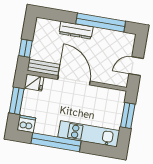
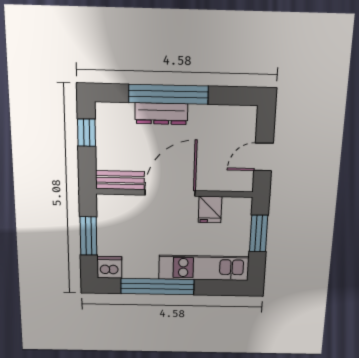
window: (101, 23) -> (168, 94), moved
window: (26, 48) -> (86, 133), moved
door: (74, 80) -> (170, 193), hinge flipped
fridge: (34, 83) -> (210, 209), moved, turned 90

